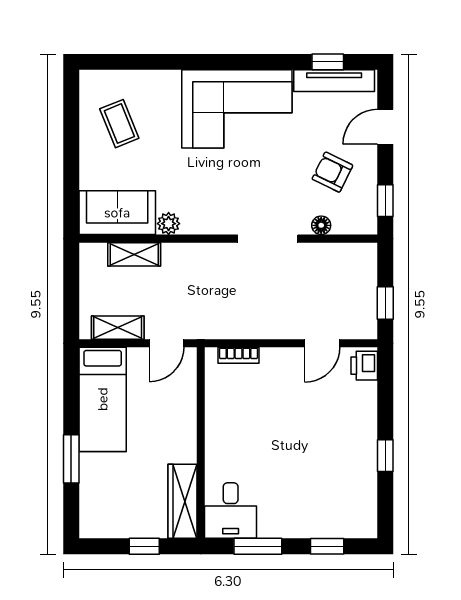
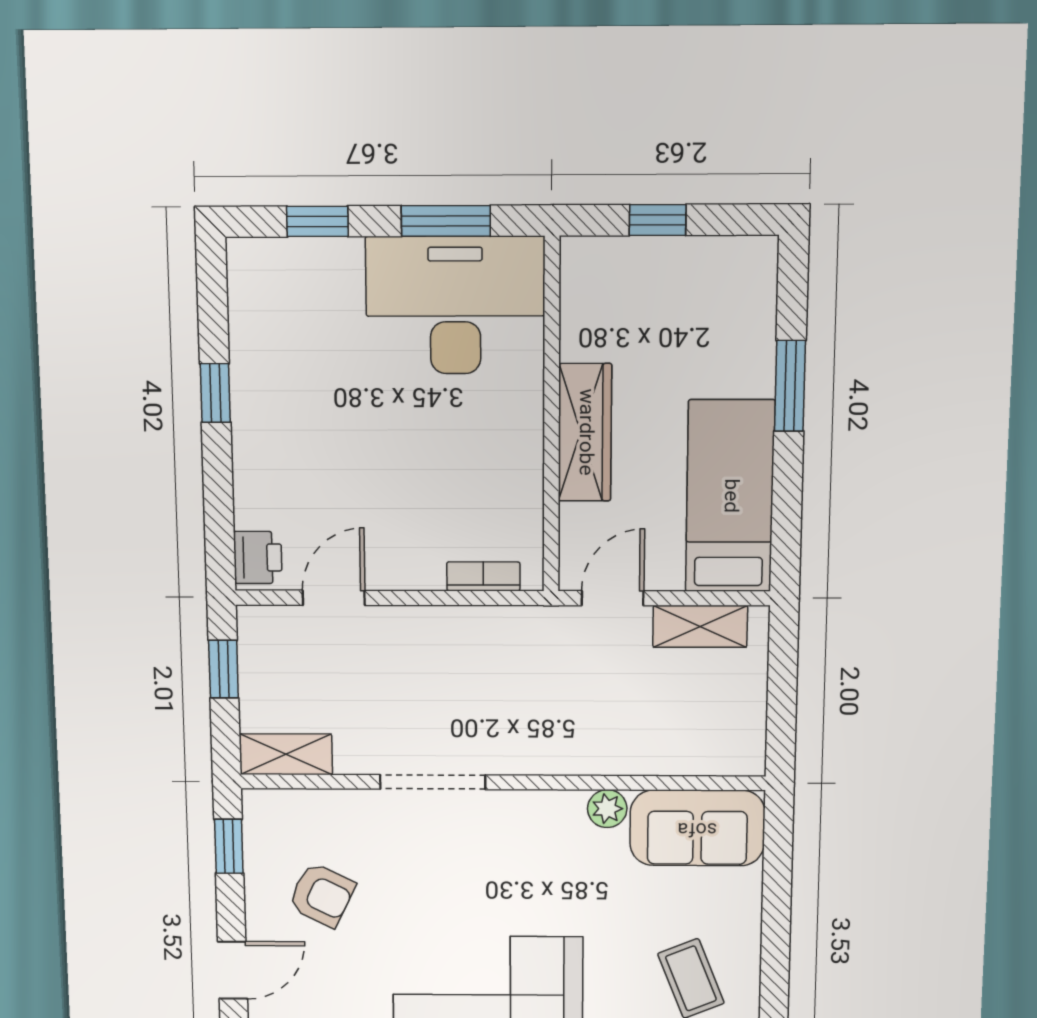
floor lamp: (321, 225) -> (339, 805), removed
shelving: (134, 254) -> (286, 754), moved
wardrobe: (183, 501) -> (585, 432), moved
desk: (231, 510) -> (455, 305), width x1.87, depth x1.30

